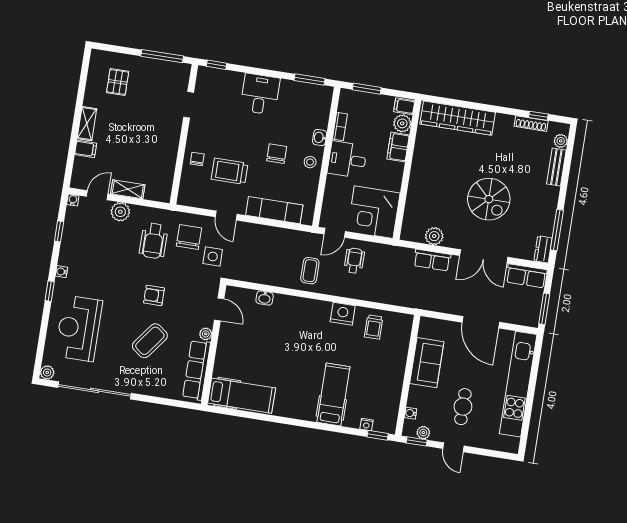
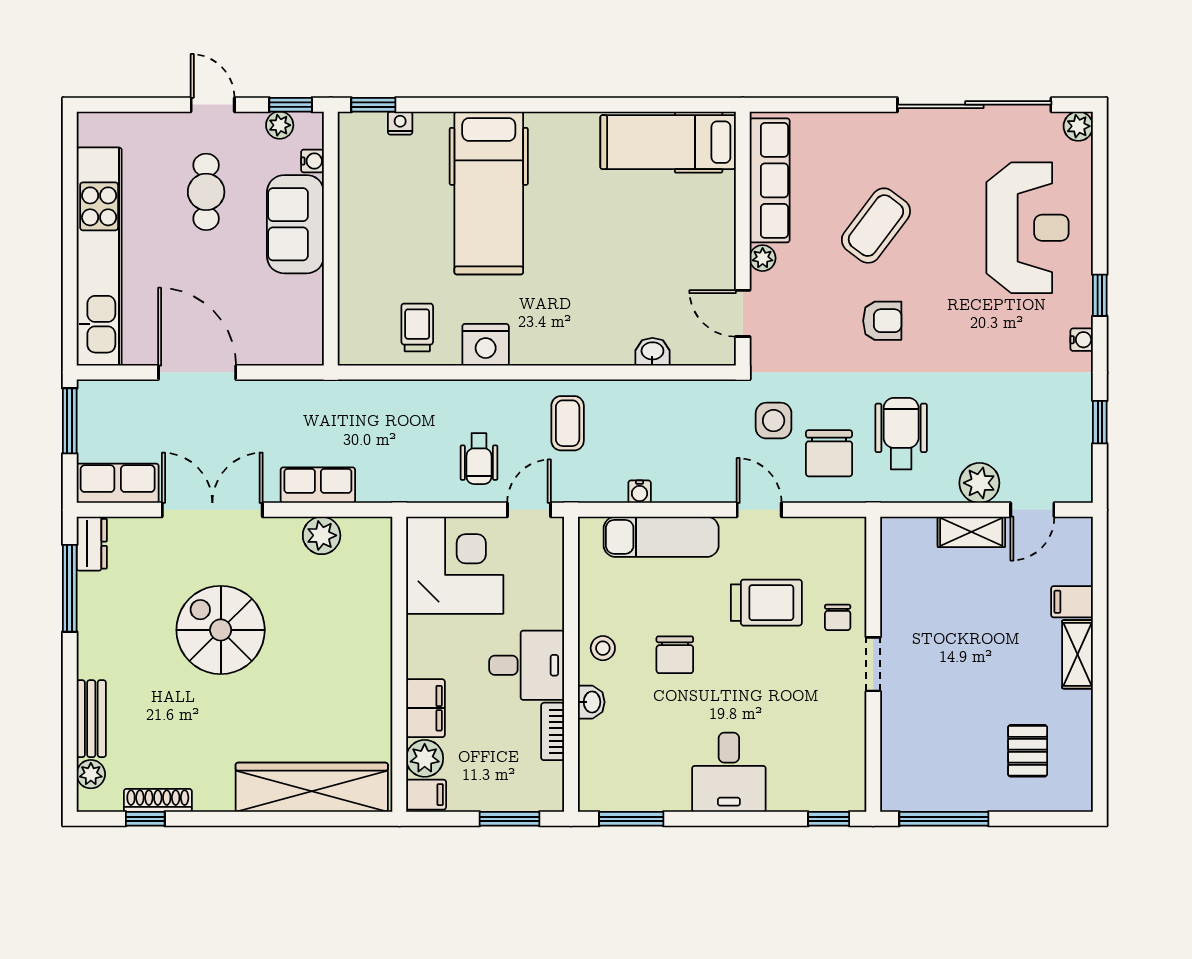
doorway: (189, 105) -> (873, 664), moved
water cooler: (73, 200) -> (640, 492), moved
sofa: (427, 363) -> (295, 224), moved
hospital bed: (333, 394) -> (489, 193), width x1.37, depth x1.29

